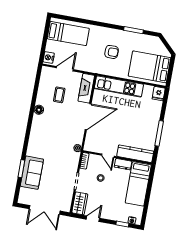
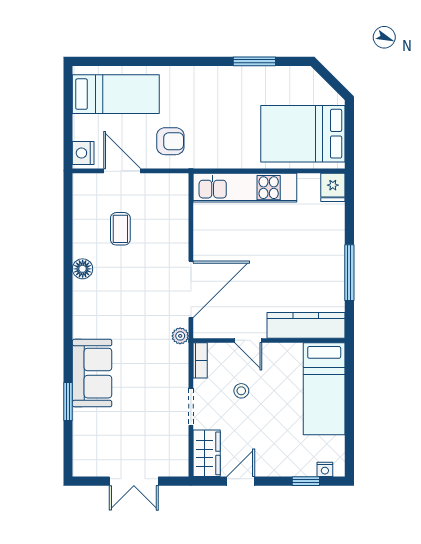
armchair: (112, 52) -> (170, 141), moved
door: (65, 69) -> (122, 171), hinge flipped
fireplace: (86, 88) -> (176, 204), removed
door: (88, 117) -> (191, 289), moved
dresser: (123, 164) -> (284, 353), removed
sofa: (32, 173) -> (92, 373), moved
double door: (45, 210) -> (134, 481), width x0.73

